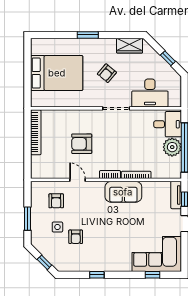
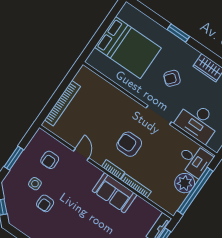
bookcase: (36, 132) -> (62, 103), moved
armchair: (82, 144) -> (129, 144), moved

